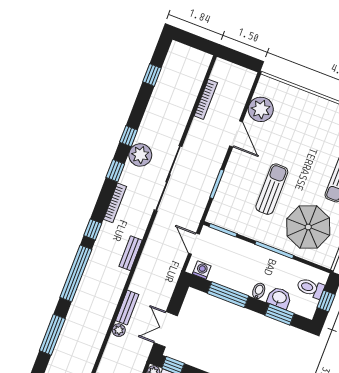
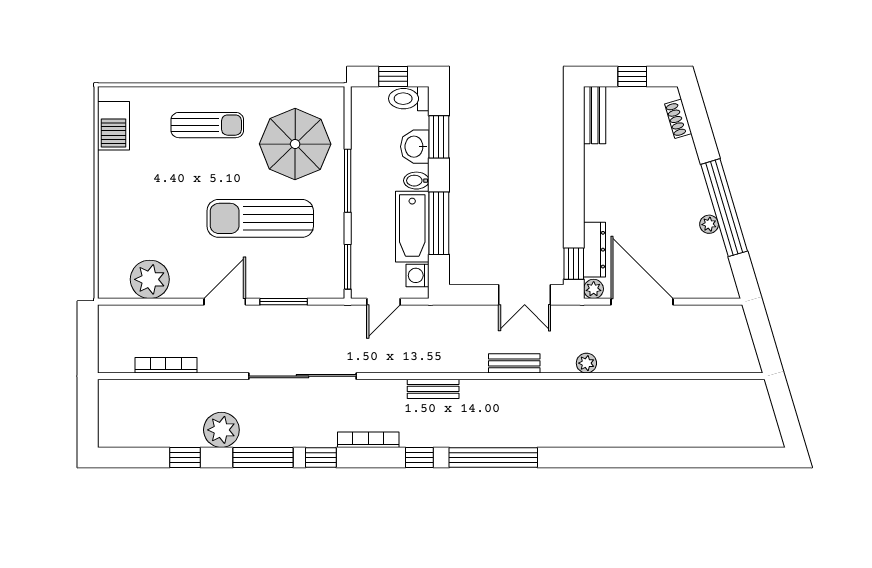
window: (152, 75) -> (185, 457), moved
door: (236, 134) -> (225, 302), moved
window: (129, 136) -> (263, 457), width x2.17
plant: (140, 155) -> (221, 430), moved
sun lounger: (272, 189) -> (260, 218), width x1.36, depth x1.34
bathtub: (232, 278) -> (412, 227), added
toilet: (310, 288) -> (409, 99), moved, turned 90
plant: (119, 330) -> (586, 363), moved
window: (52, 335) -> (596, 457), removed

